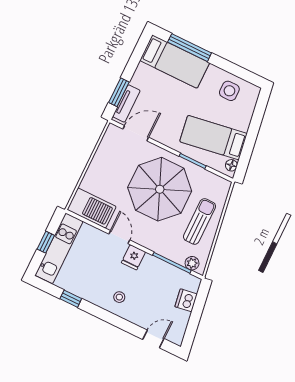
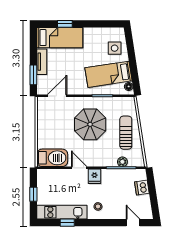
window: (190, 48) -> (65, 24), width x0.46
side table: (229, 91) -> (115, 48), moved
tv unit: (126, 103) -> (42, 62), moved
parasol: (160, 189) -> (90, 124), width x0.73, depth x0.73
kitchen unit: (59, 248) -> (62, 212), moved, turned -90
plant: (192, 263) -> (122, 162), moved
door: (153, 339) -> (133, 223), hinge flipped

